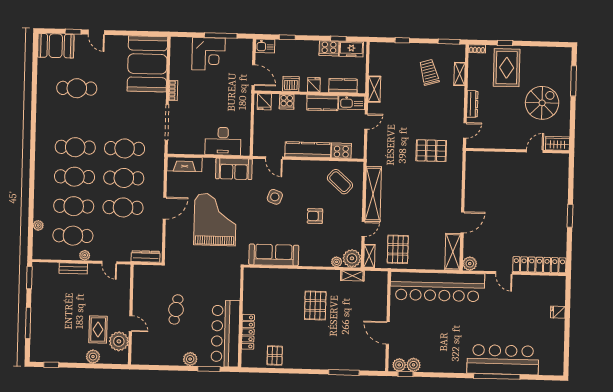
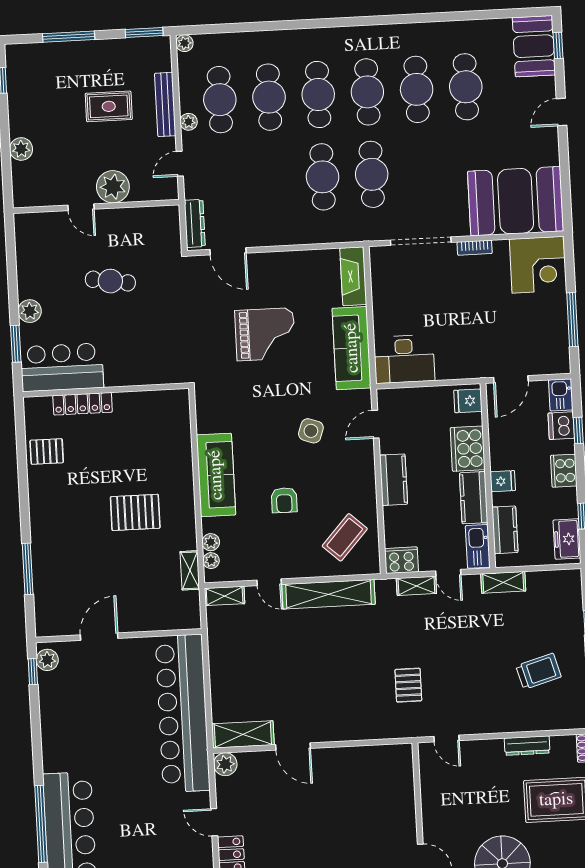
window: (73, 32) -> (558, 45), moved
cooker: (329, 48) -> (564, 471), moved
corner desk: (208, 54) -> (538, 265), moved, turned -90
shelving: (460, 74) -> (416, 586), moved
dishwasher: (291, 84) -> (561, 426), moved, turned 180
cooker: (287, 102) -> (468, 449), width x1.87, depth x1.31
dresser: (472, 104) -> (527, 746), moved
desk: (223, 141) -> (404, 359), moved, turned -90
kitchen counter: (308, 150) -> (394, 480), width x0.67
cooker: (341, 151) -> (401, 560), moved, turned -90
pallet: (431, 151) -> (408, 685), width x0.67, depth x0.71
sofa: (234, 169) -> (352, 348), width x1.36
cafe table: (123, 207) -> (417, 89), moved
door: (165, 208) -> (228, 251), moved
armchair: (315, 216) -> (284, 500), turned 180
grand piano: (215, 220) -> (265, 334), width x0.73, depth x0.68
plant: (38, 225) -> (184, 43), moved
pallet: (398, 249) -> (240, 642), removed
sofa: (274, 255) -> (216, 475), moved
plant: (352, 258) -> (211, 561), width x0.53, depth x0.53
bench: (73, 268) -> (165, 104), width x1.36
door: (504, 273) -> (214, 822), hinge flipped
door: (131, 324) -> (81, 207), hinge flipped
rug: (98, 329) -> (109, 106), moved
bar counter: (225, 334) -> (62, 367), width x0.73
plant: (119, 341) -> (113, 187), moved
plant: (414, 365) -> (49, 684), removed

